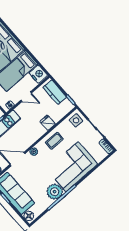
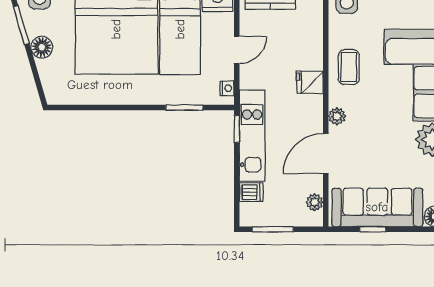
fridge: (48, 123) -> (310, 82), moved

